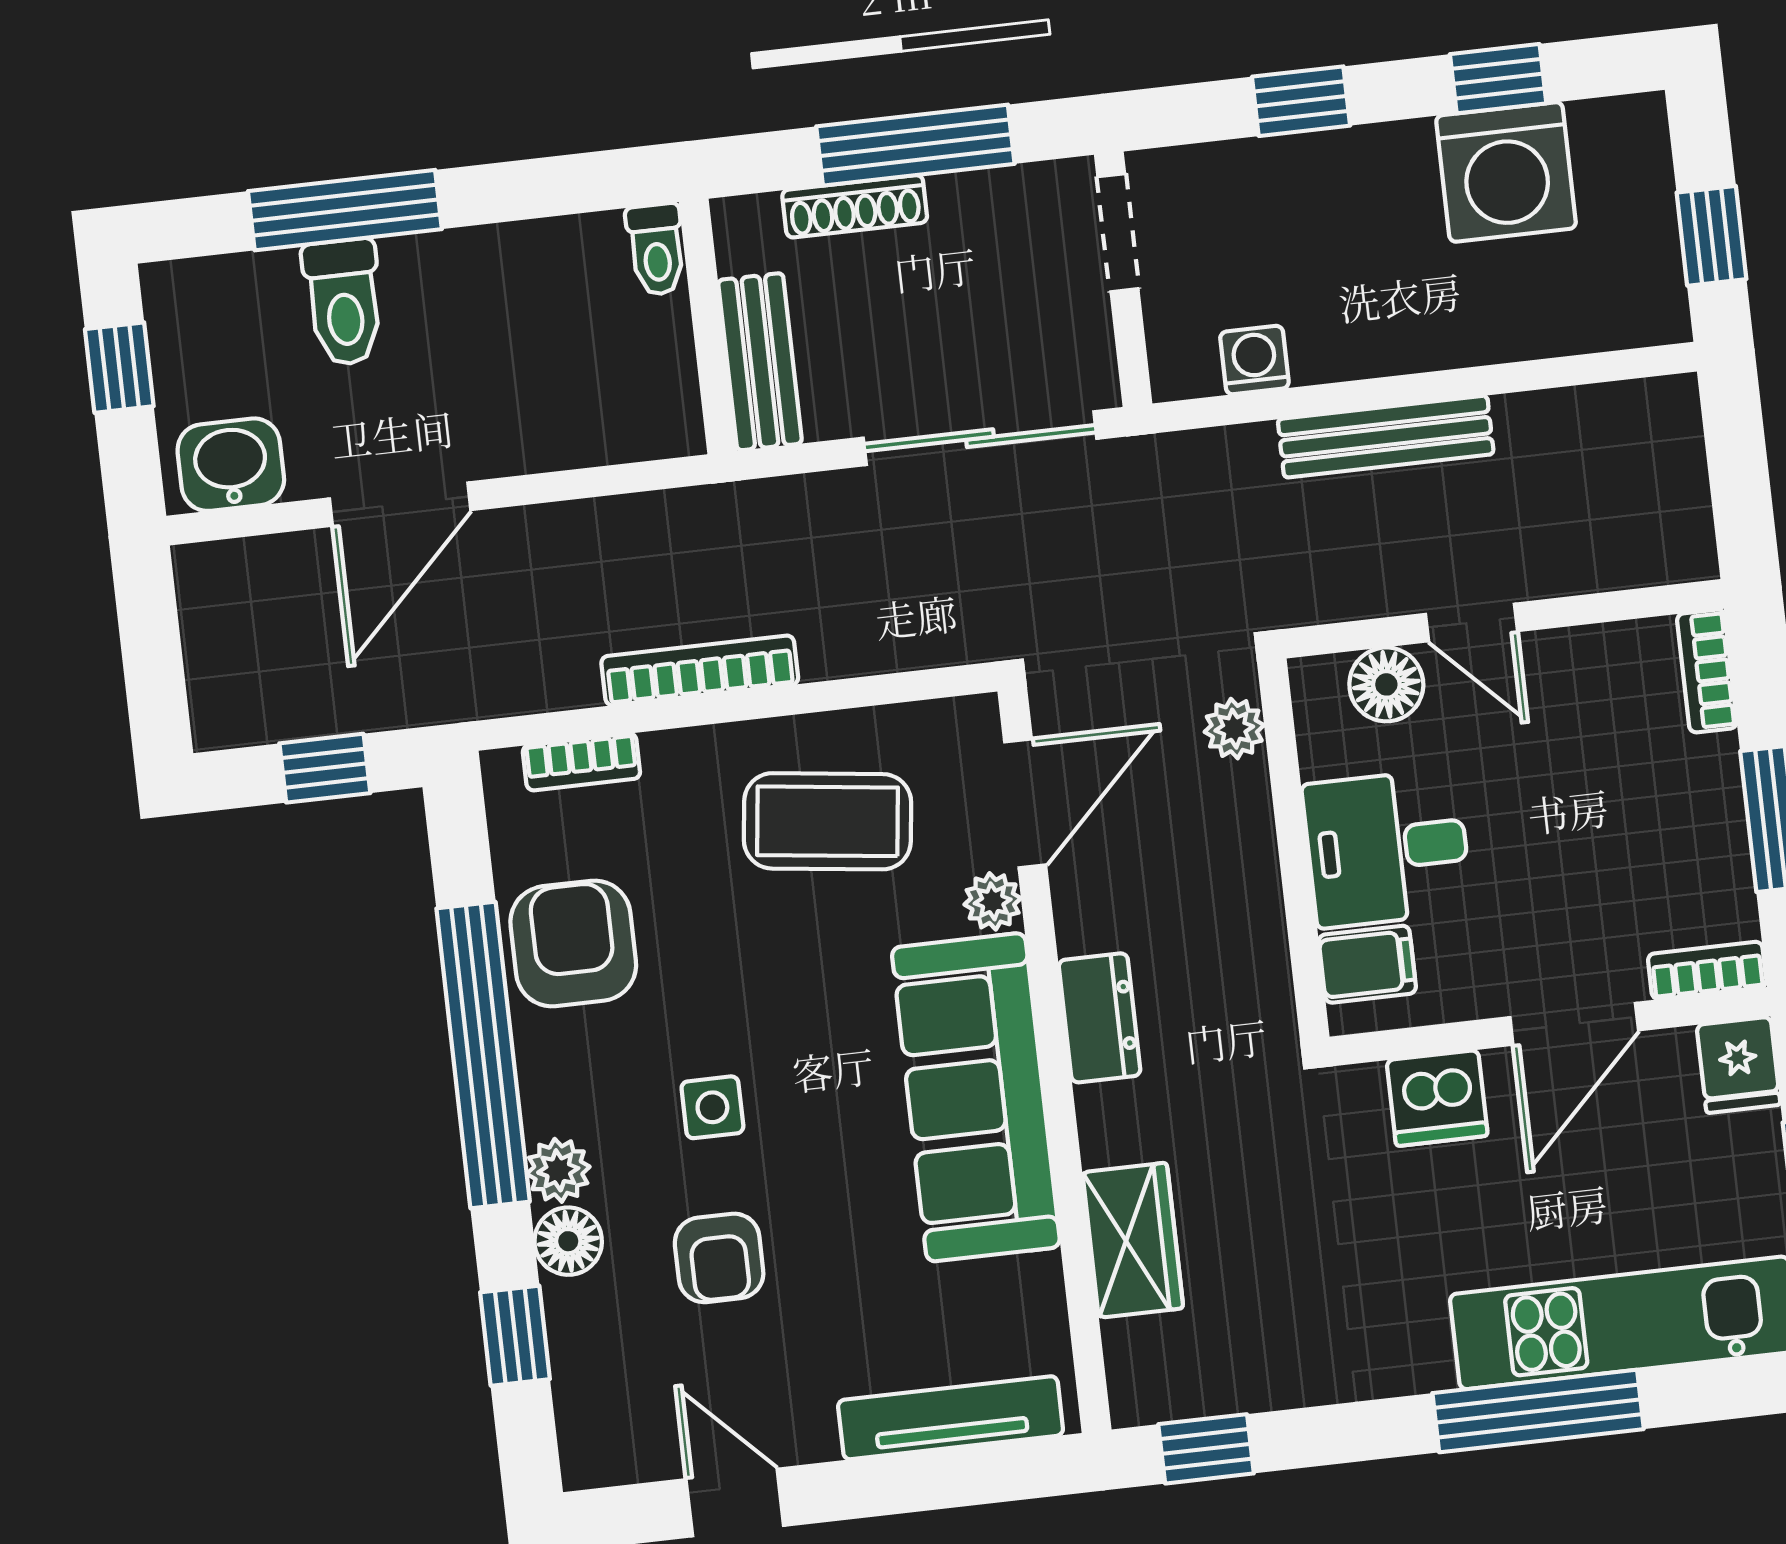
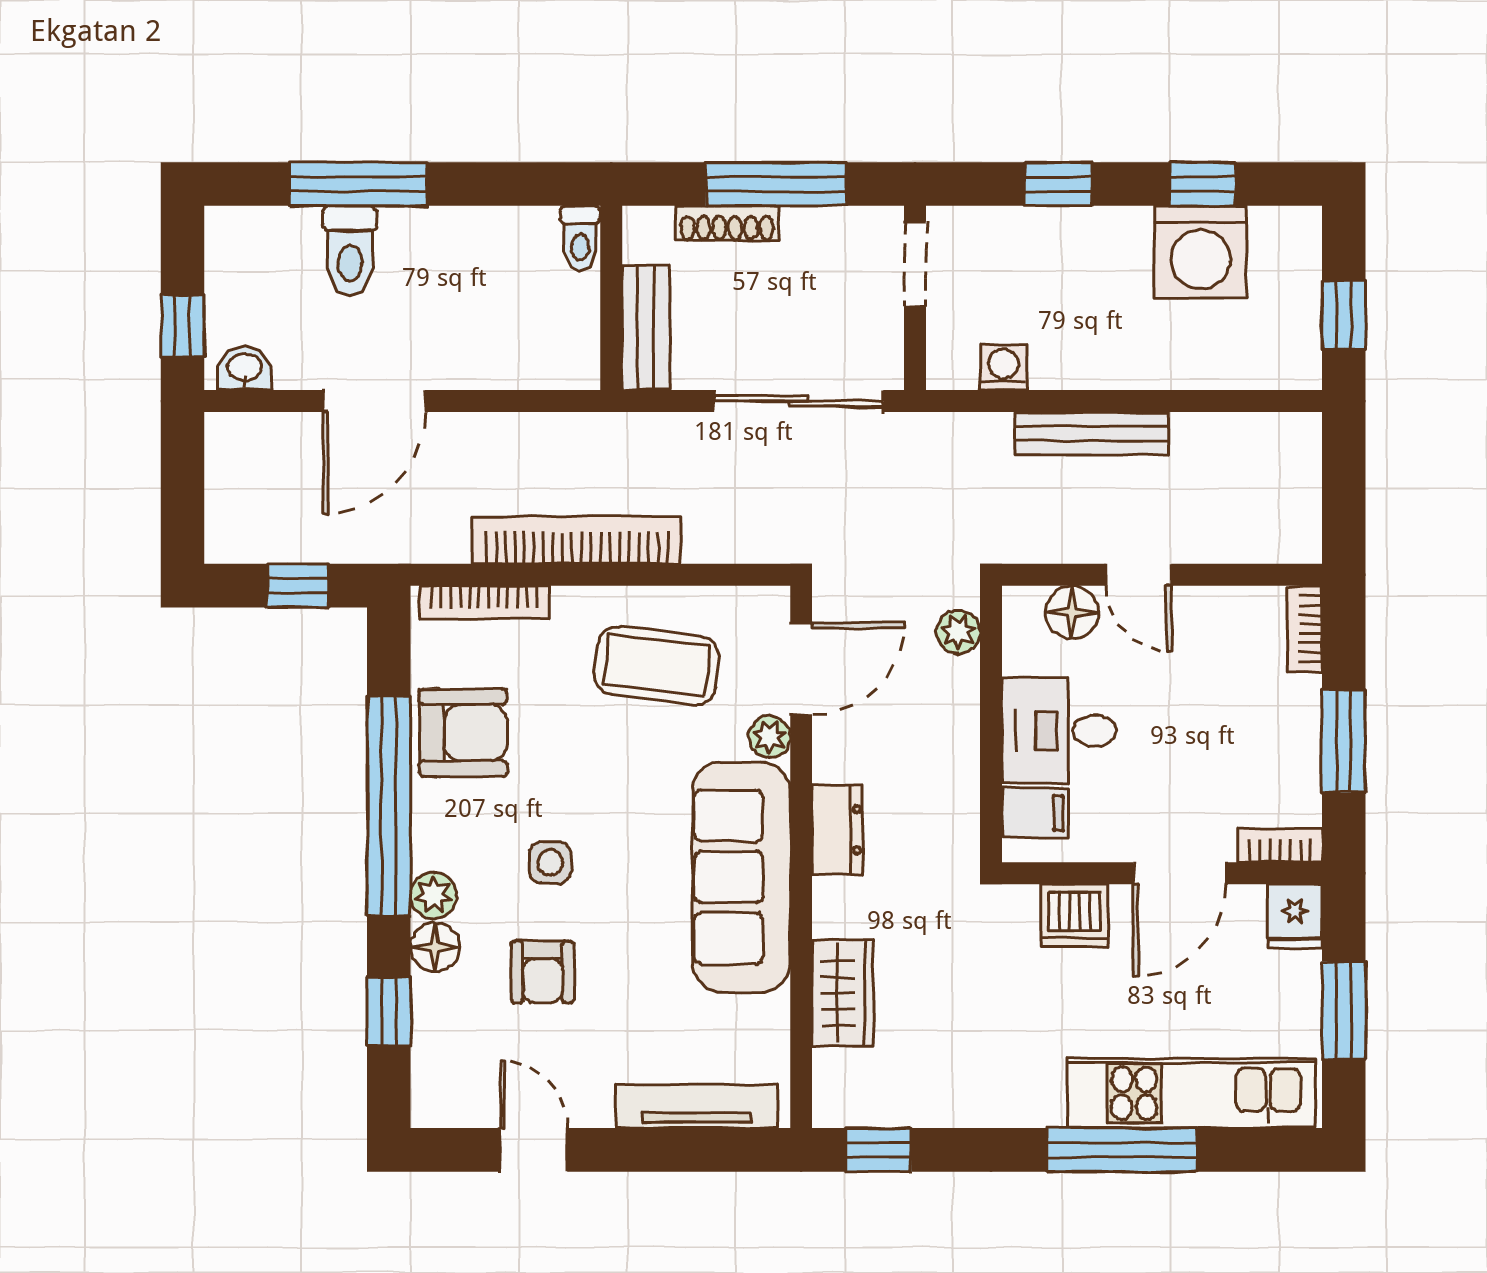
window: (119, 368) -> (183, 326), moved
washbasin: (231, 465) -> (245, 368), width x0.72, depth x0.69
bookcase: (700, 670) -> (577, 540), width x1.48, depth x1.31
bookcase: (581, 762) -> (484, 602), width x1.56
armchair: (573, 943) -> (463, 733), turned 90

